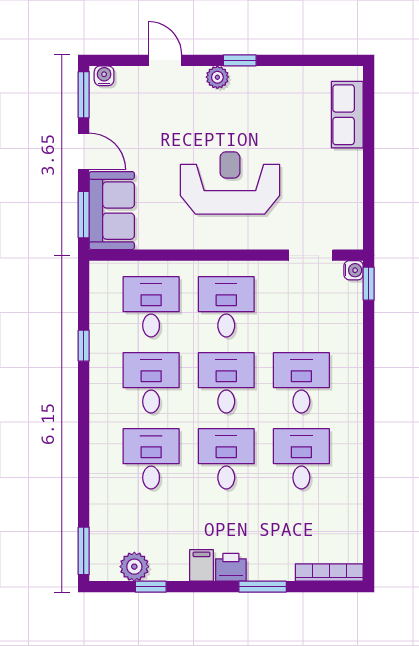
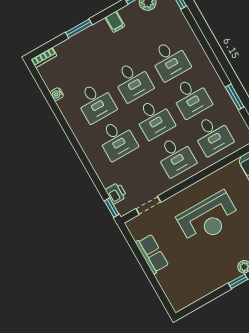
row of seats: (347, 115) -> (152, 254), moved
water cooler: (354, 270) -> (57, 94), moved
window: (84, 346) -> (235, 97), width x1.50
printer: (231, 567) -> (116, 193), moved, turned -90
bookcase: (329, 572) -> (44, 58), width x0.64

